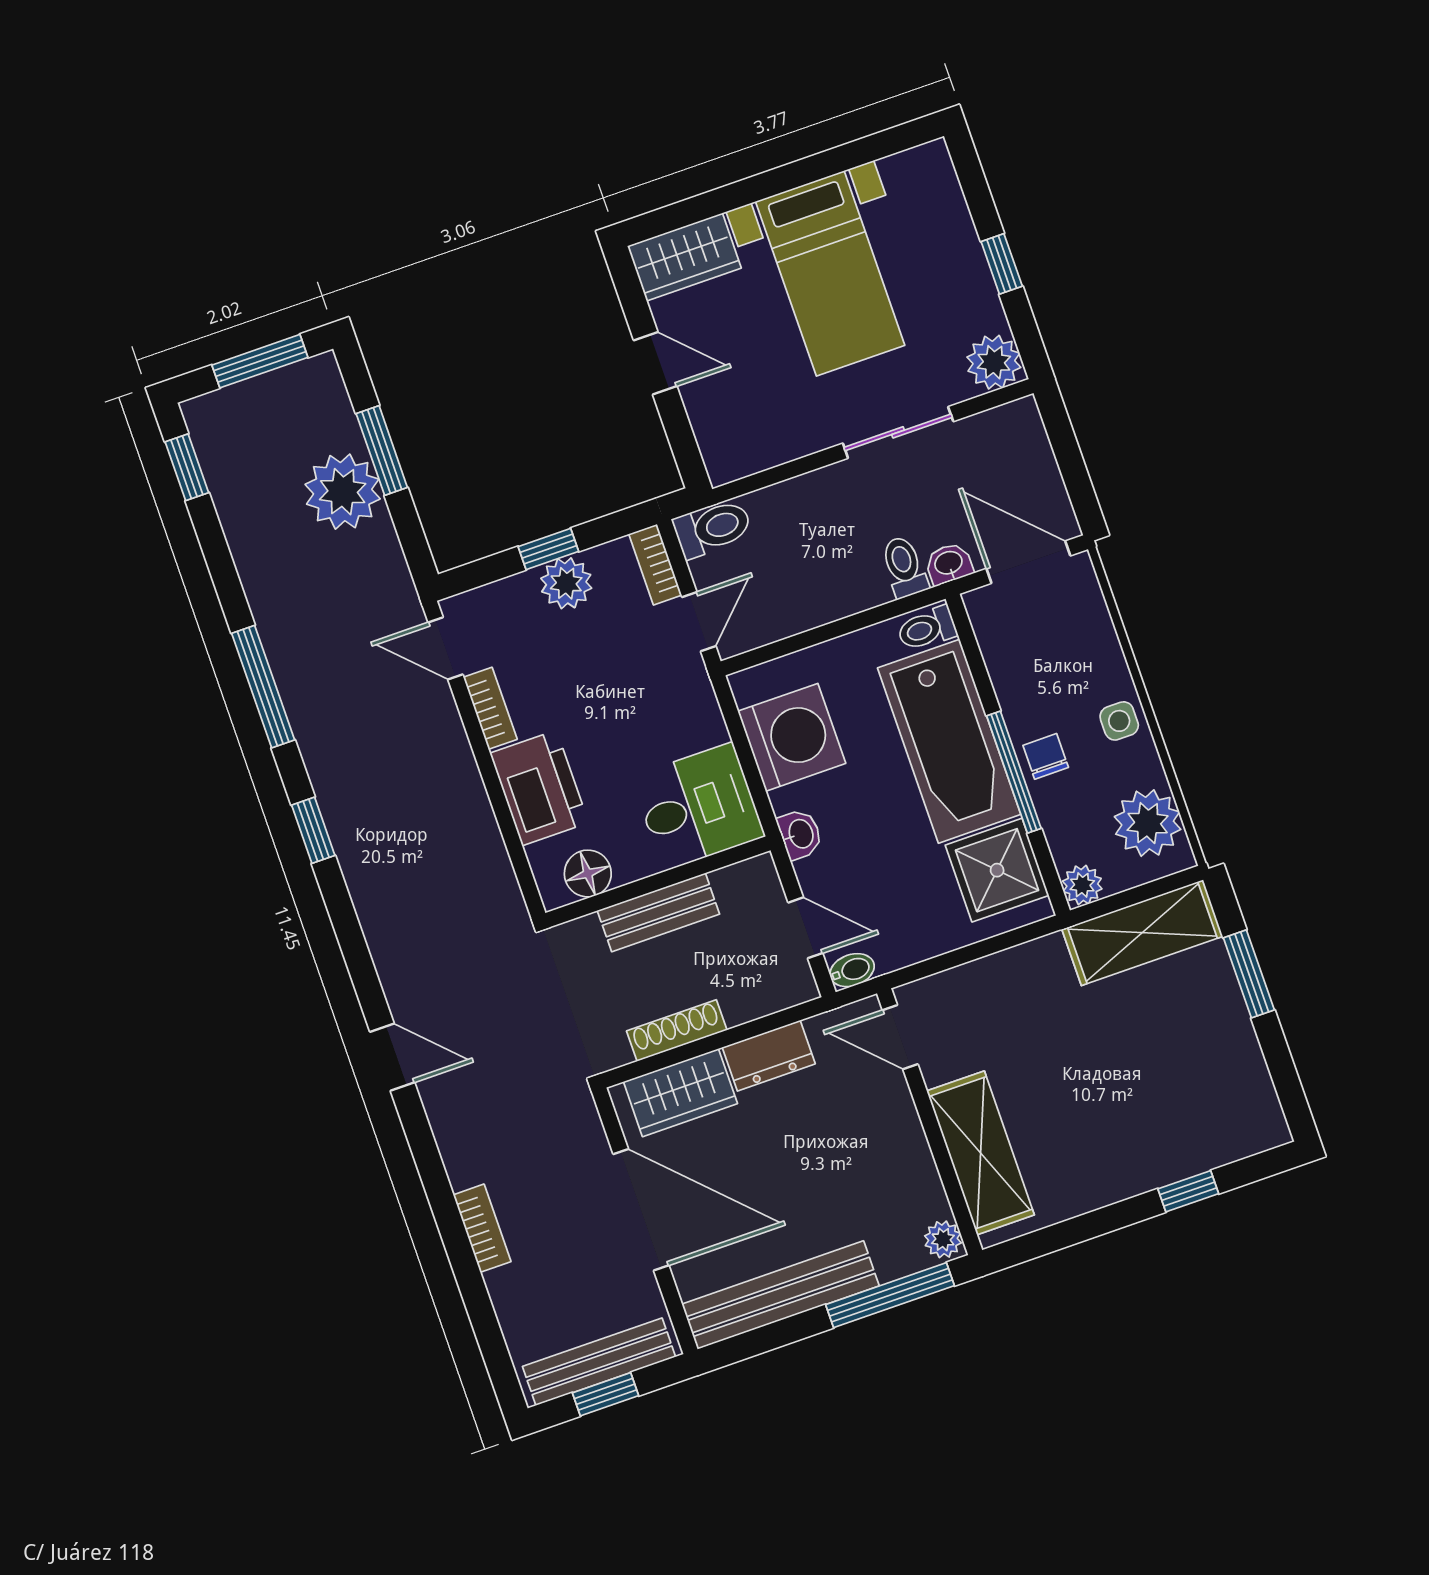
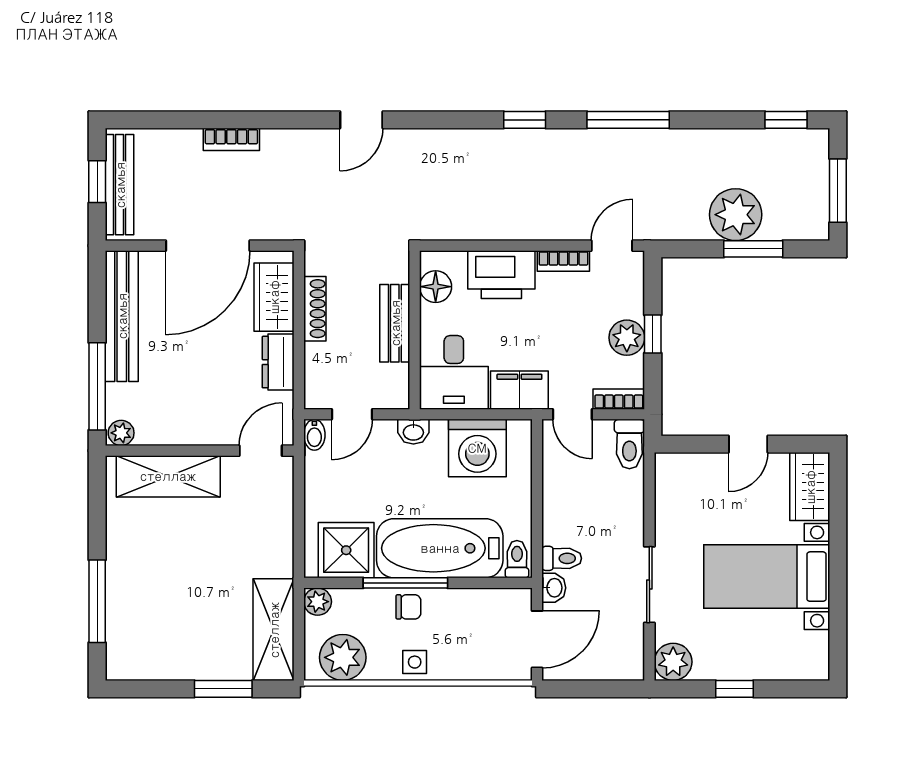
filing cabinet: (691, 707) -> (519, 390), added
window: (1188, 1191) -> (97, 601), width x2.17

